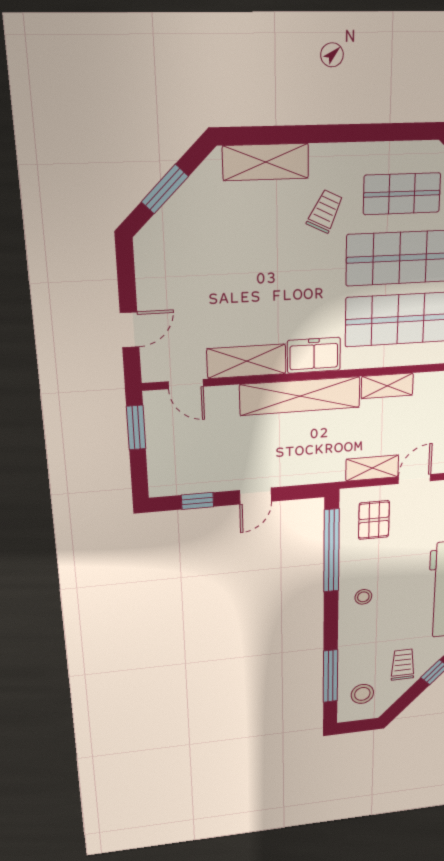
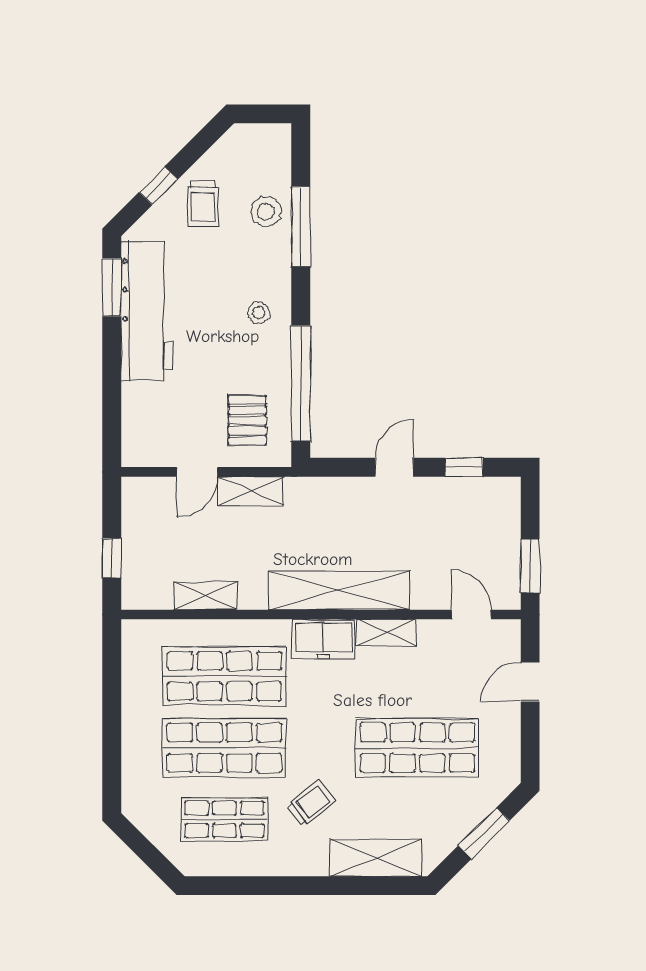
trolley: (325, 211) -> (311, 803), turned -153
shop shelf: (230, 266) -> (417, 748), added
shelving: (247, 361) -> (386, 633), width x0.67, depth x0.75
shelving: (387, 386) -> (205, 596), moved
window: (330, 676) -> (301, 227), moved
stool: (362, 694) -> (266, 211), moved

